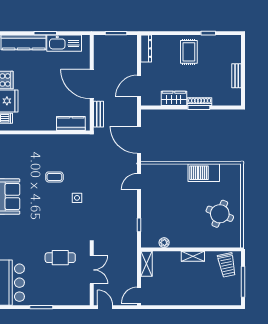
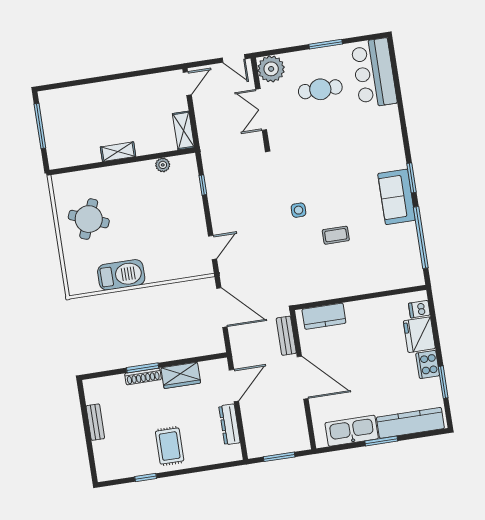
dresser: (146, 48) -> (229, 424), moved
cafe table: (60, 258) -> (320, 89), moved
trolley: (227, 265) -> (67, 147), removed
plant: (81, 296) -> (271, 69), added

